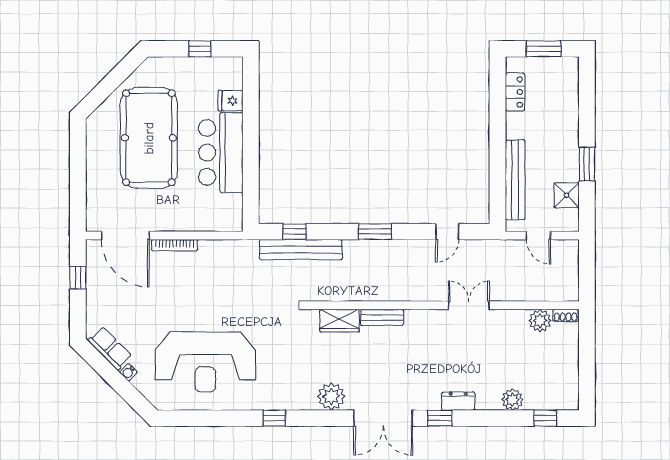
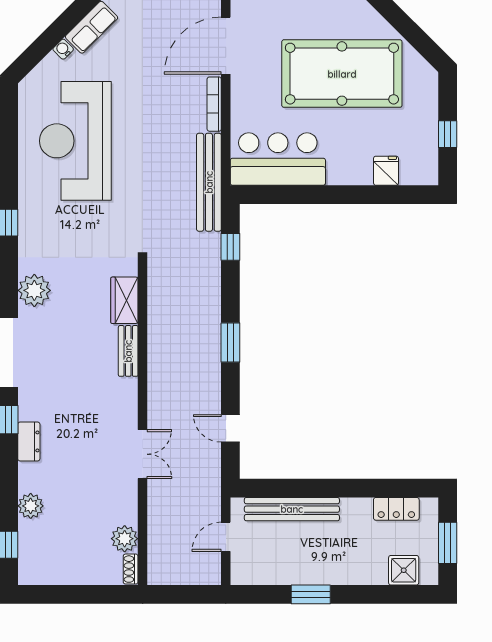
bar counter: (221, 152) -> (278, 159), moved
shower: (567, 195) -> (404, 570), moved
bench: (301, 250) -> (209, 182), moved

